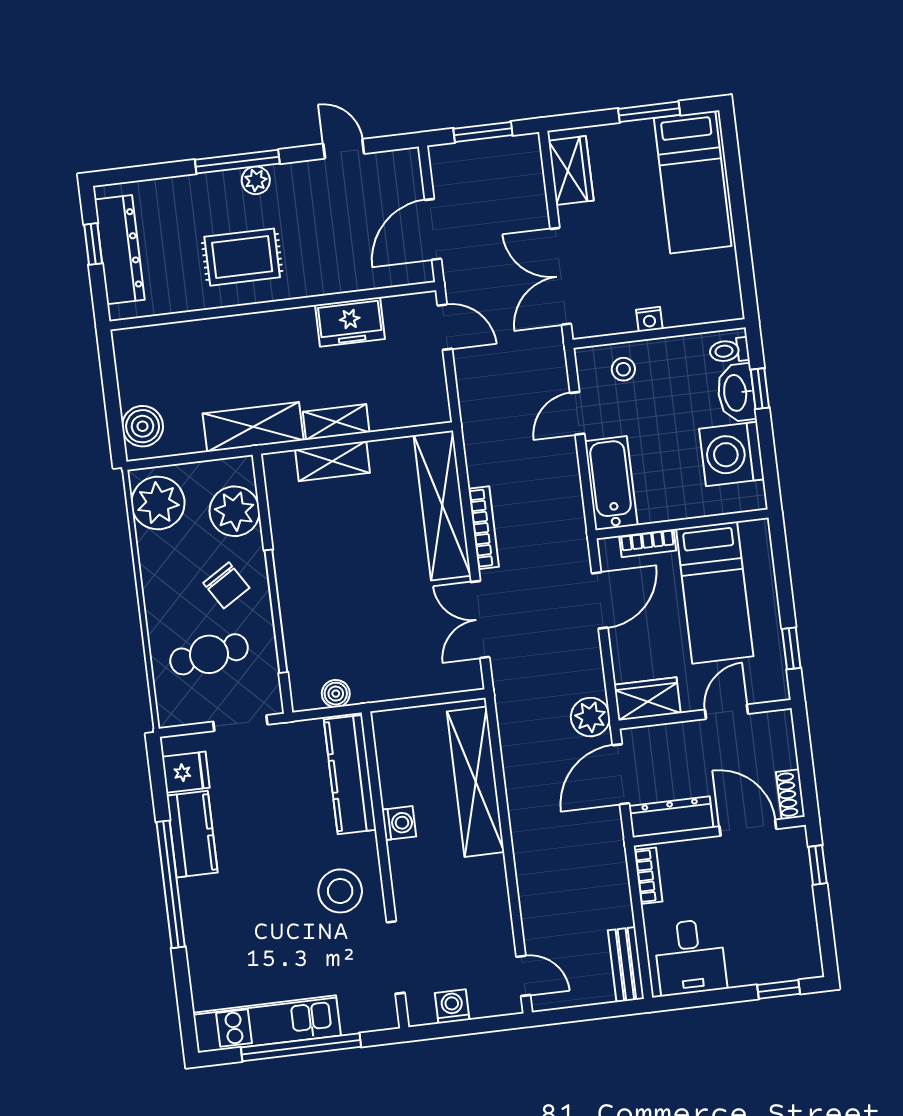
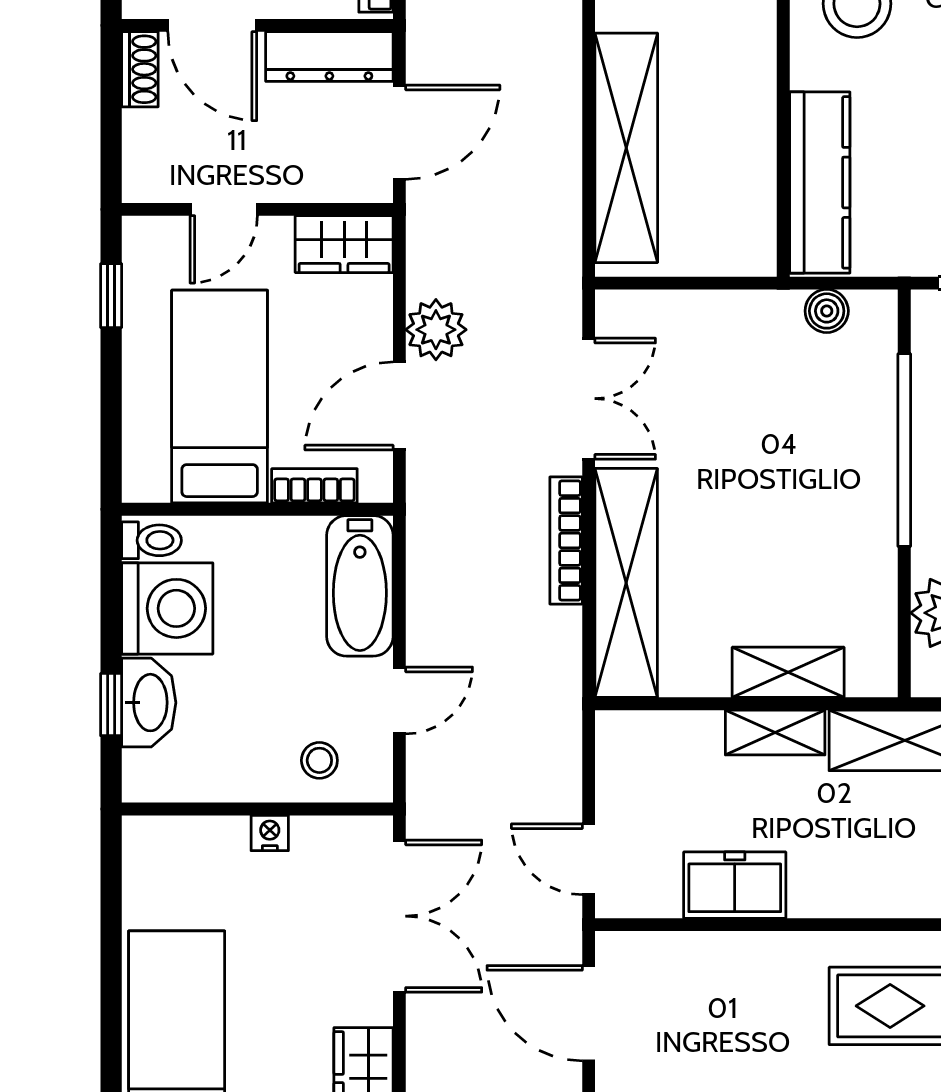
door: (433, 229) -> (589, 1013), swing flipped
toilet: (729, 351) -> (152, 540), moved
plant: (590, 717) -> (436, 330), moved
washing machine: (399, 823) -> (753, 98), removed

